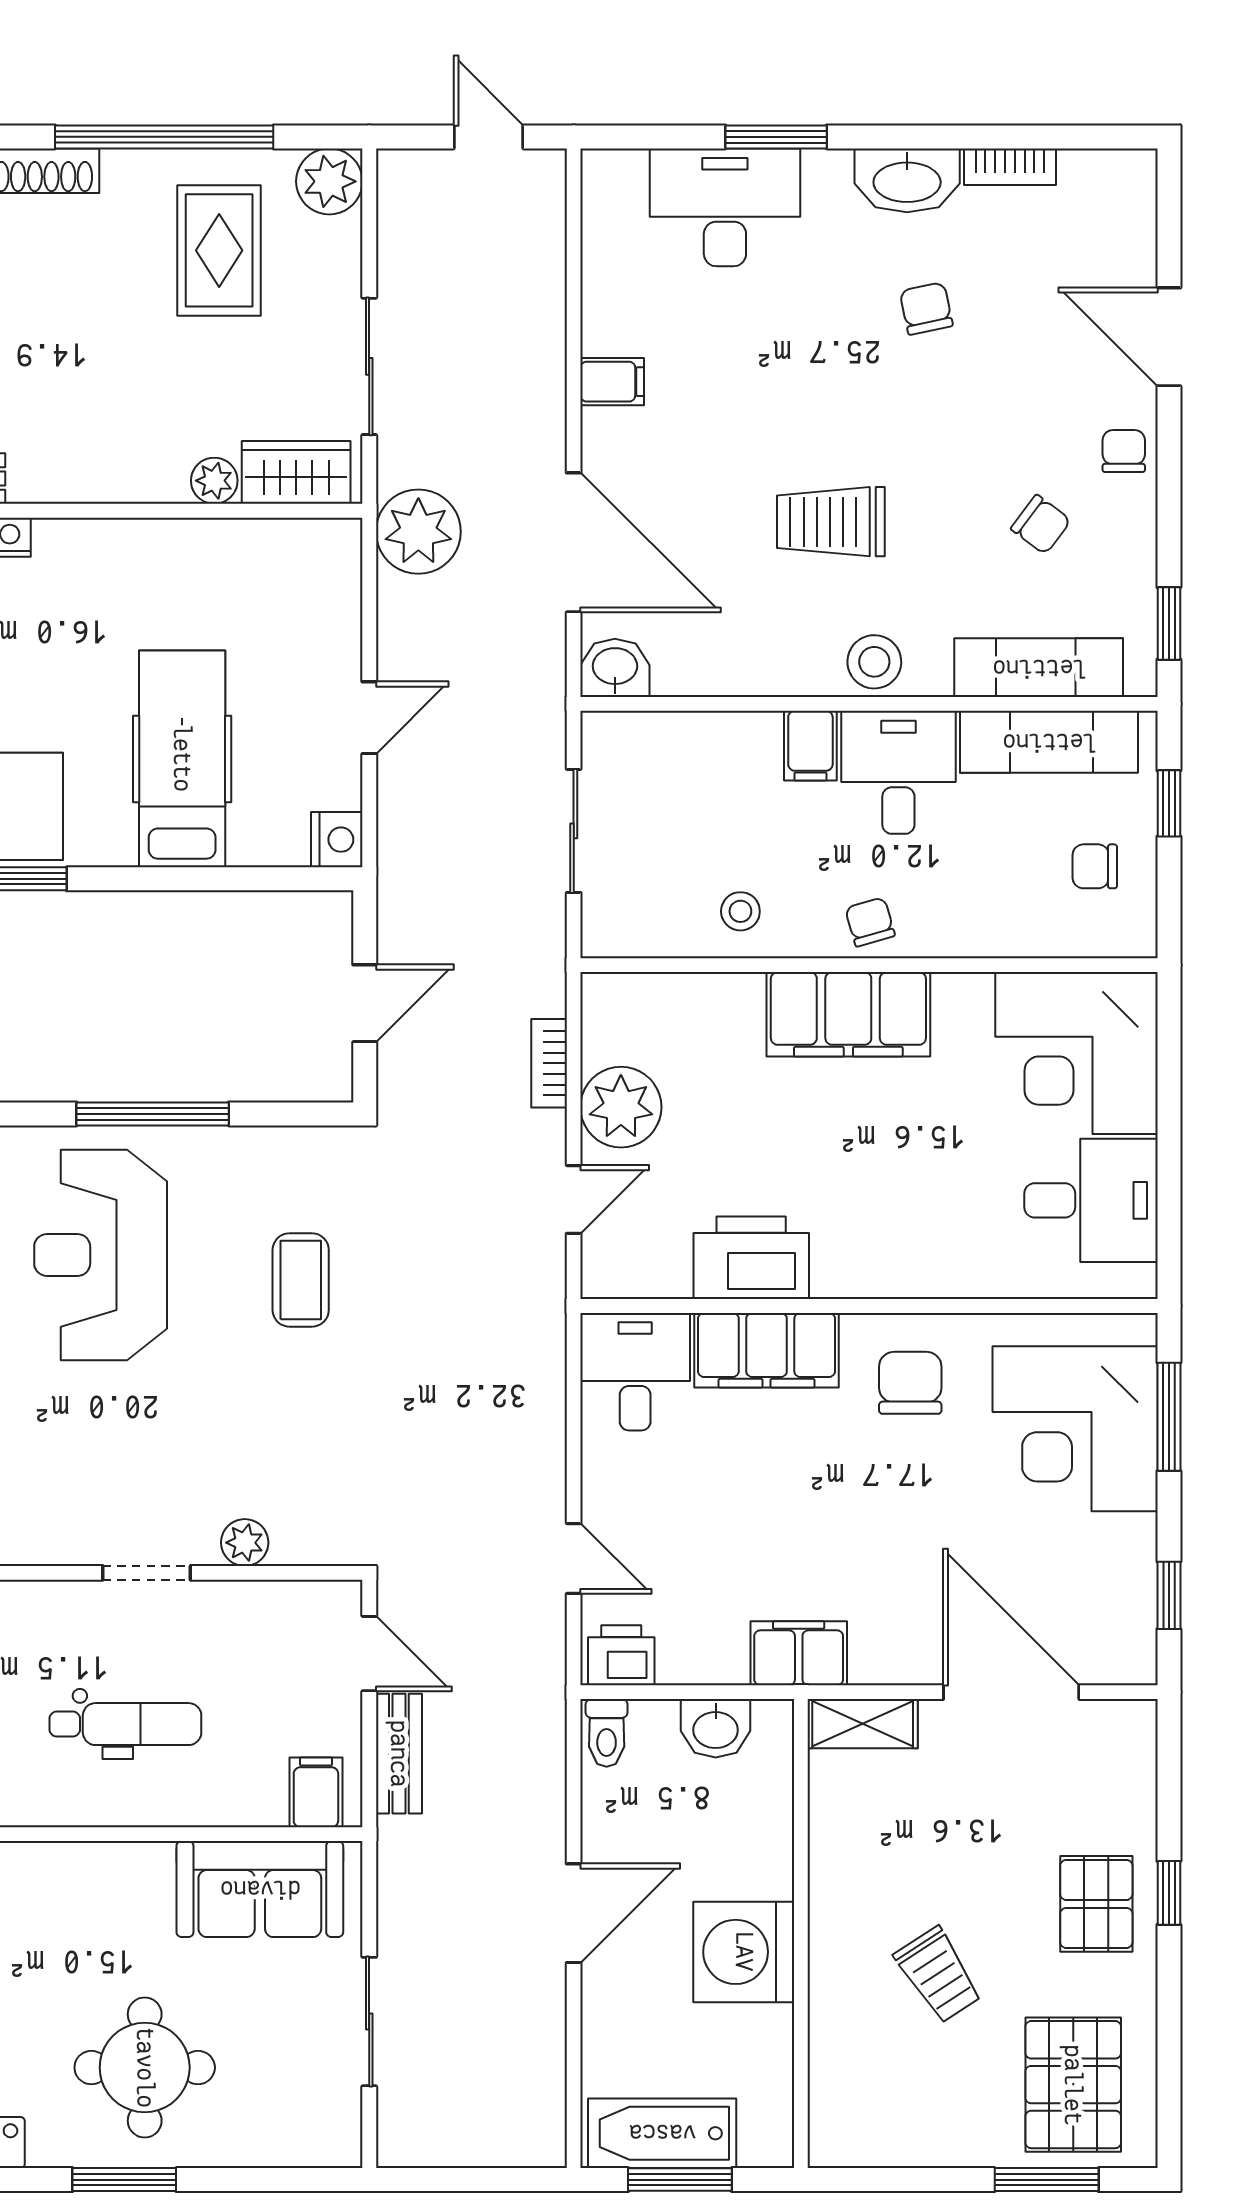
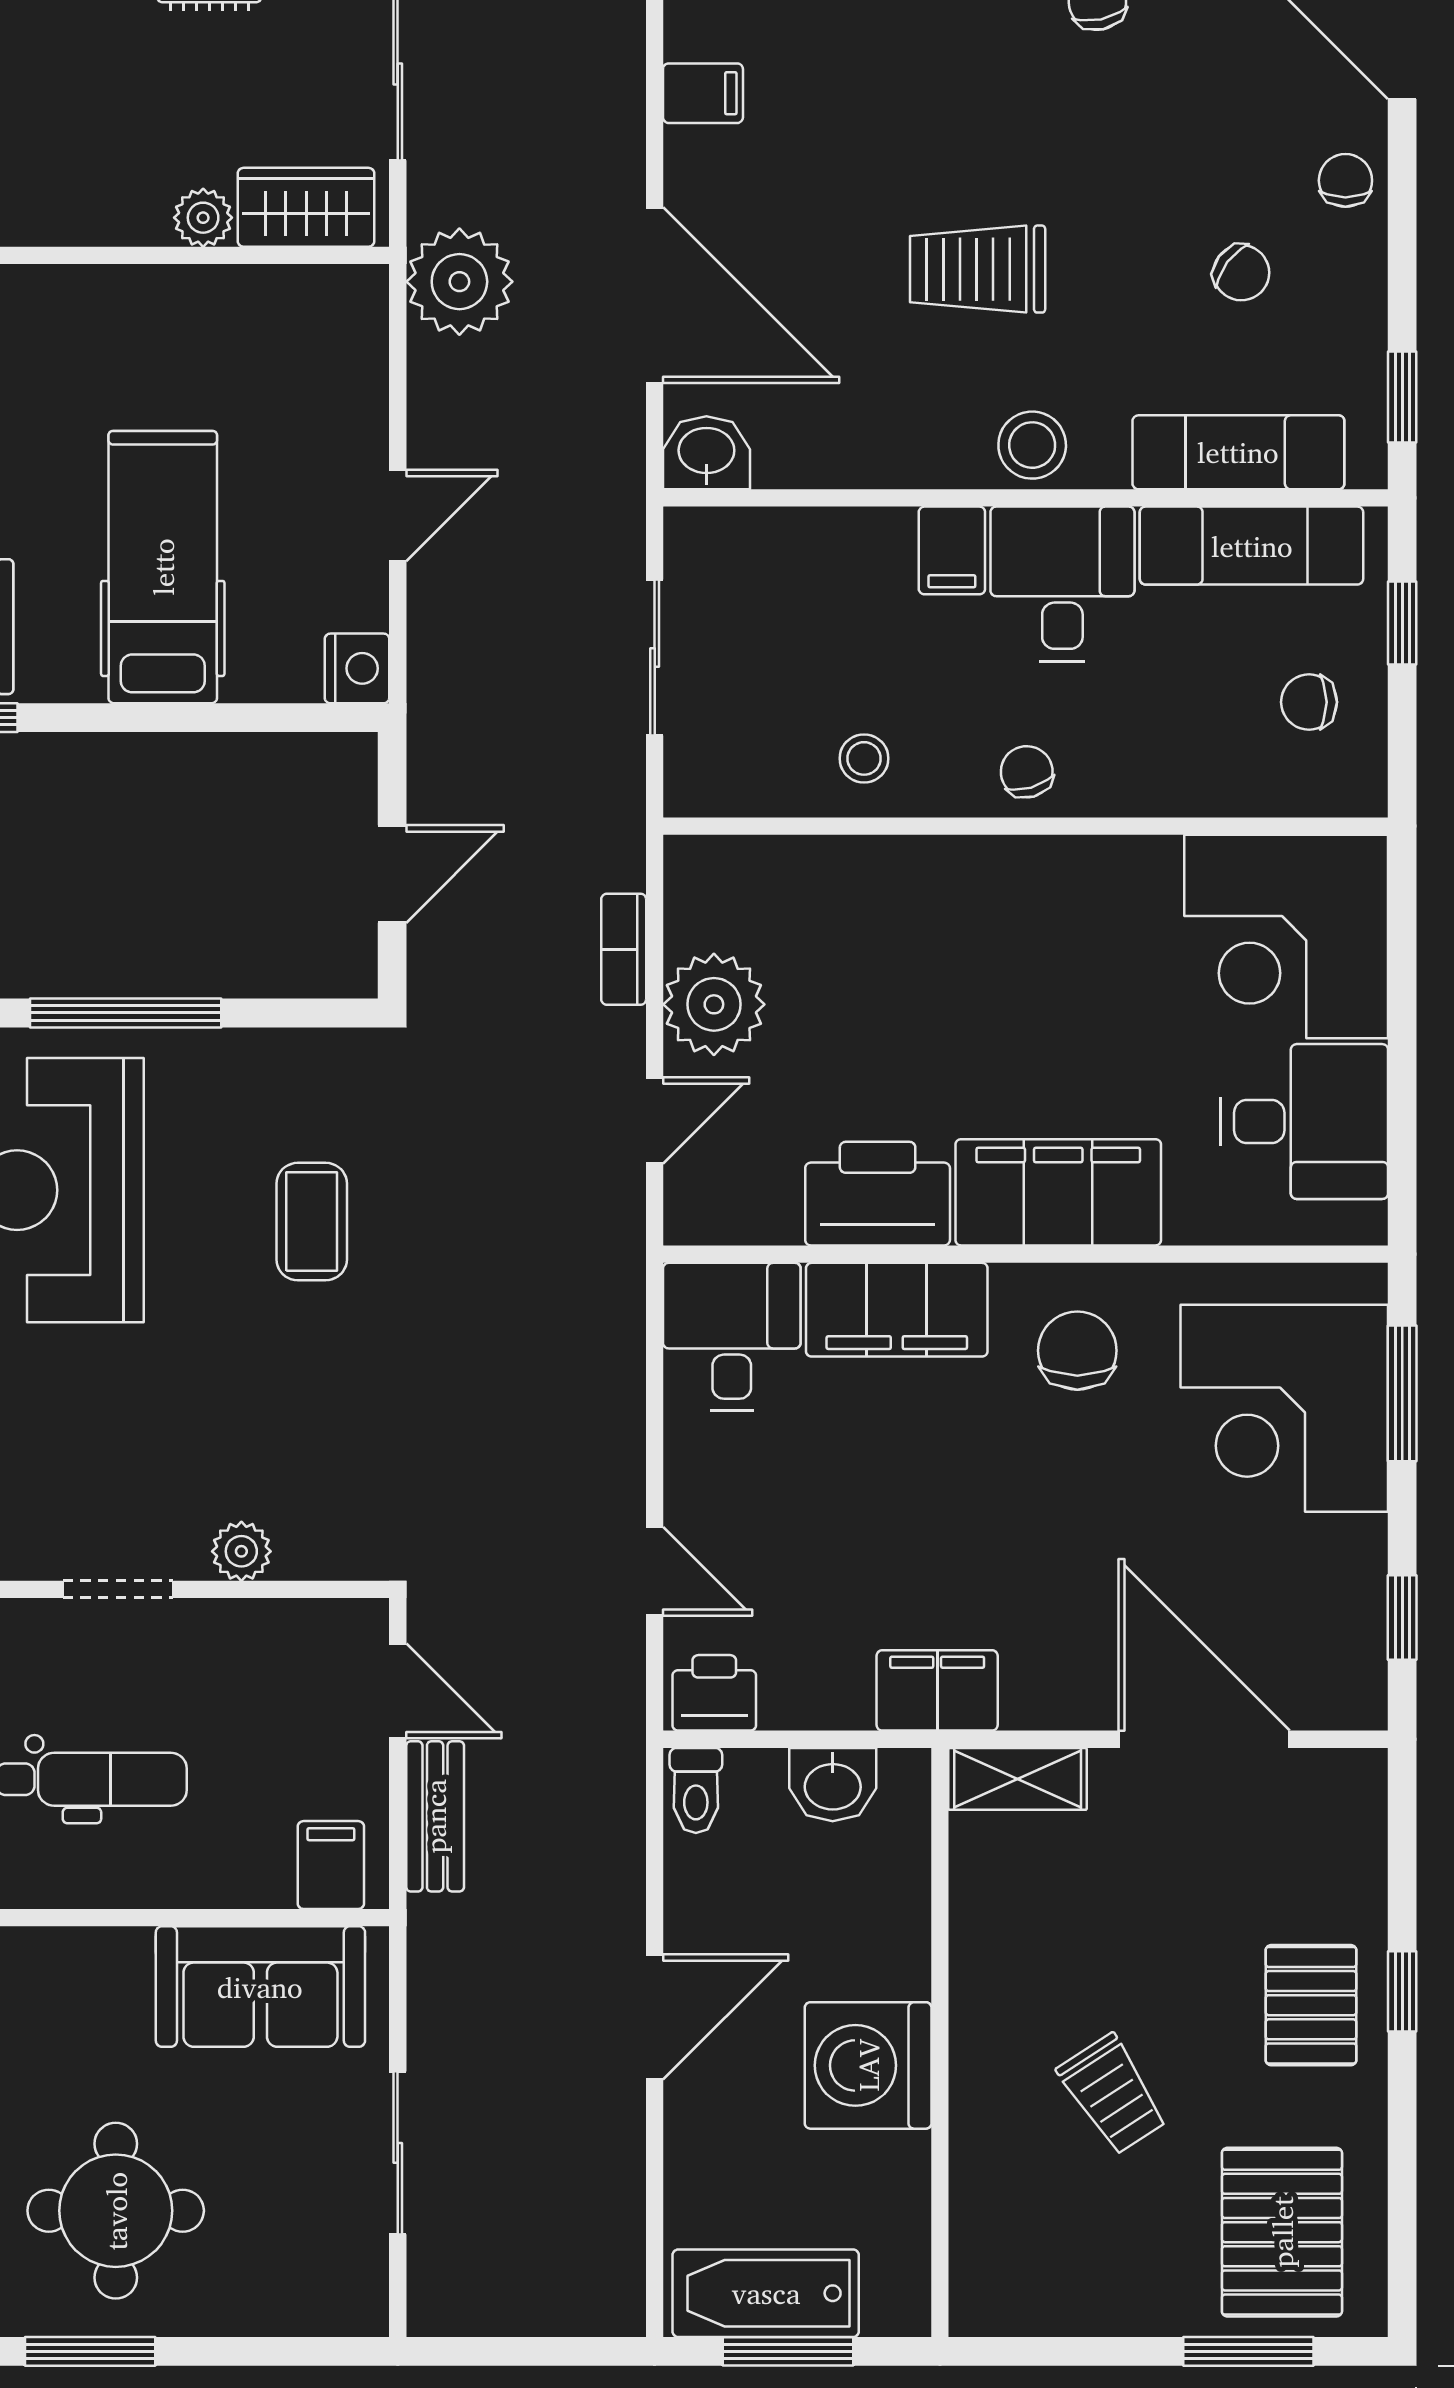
filing cabinet: (848, 1014) -> (1058, 1192), moved, turned 180

